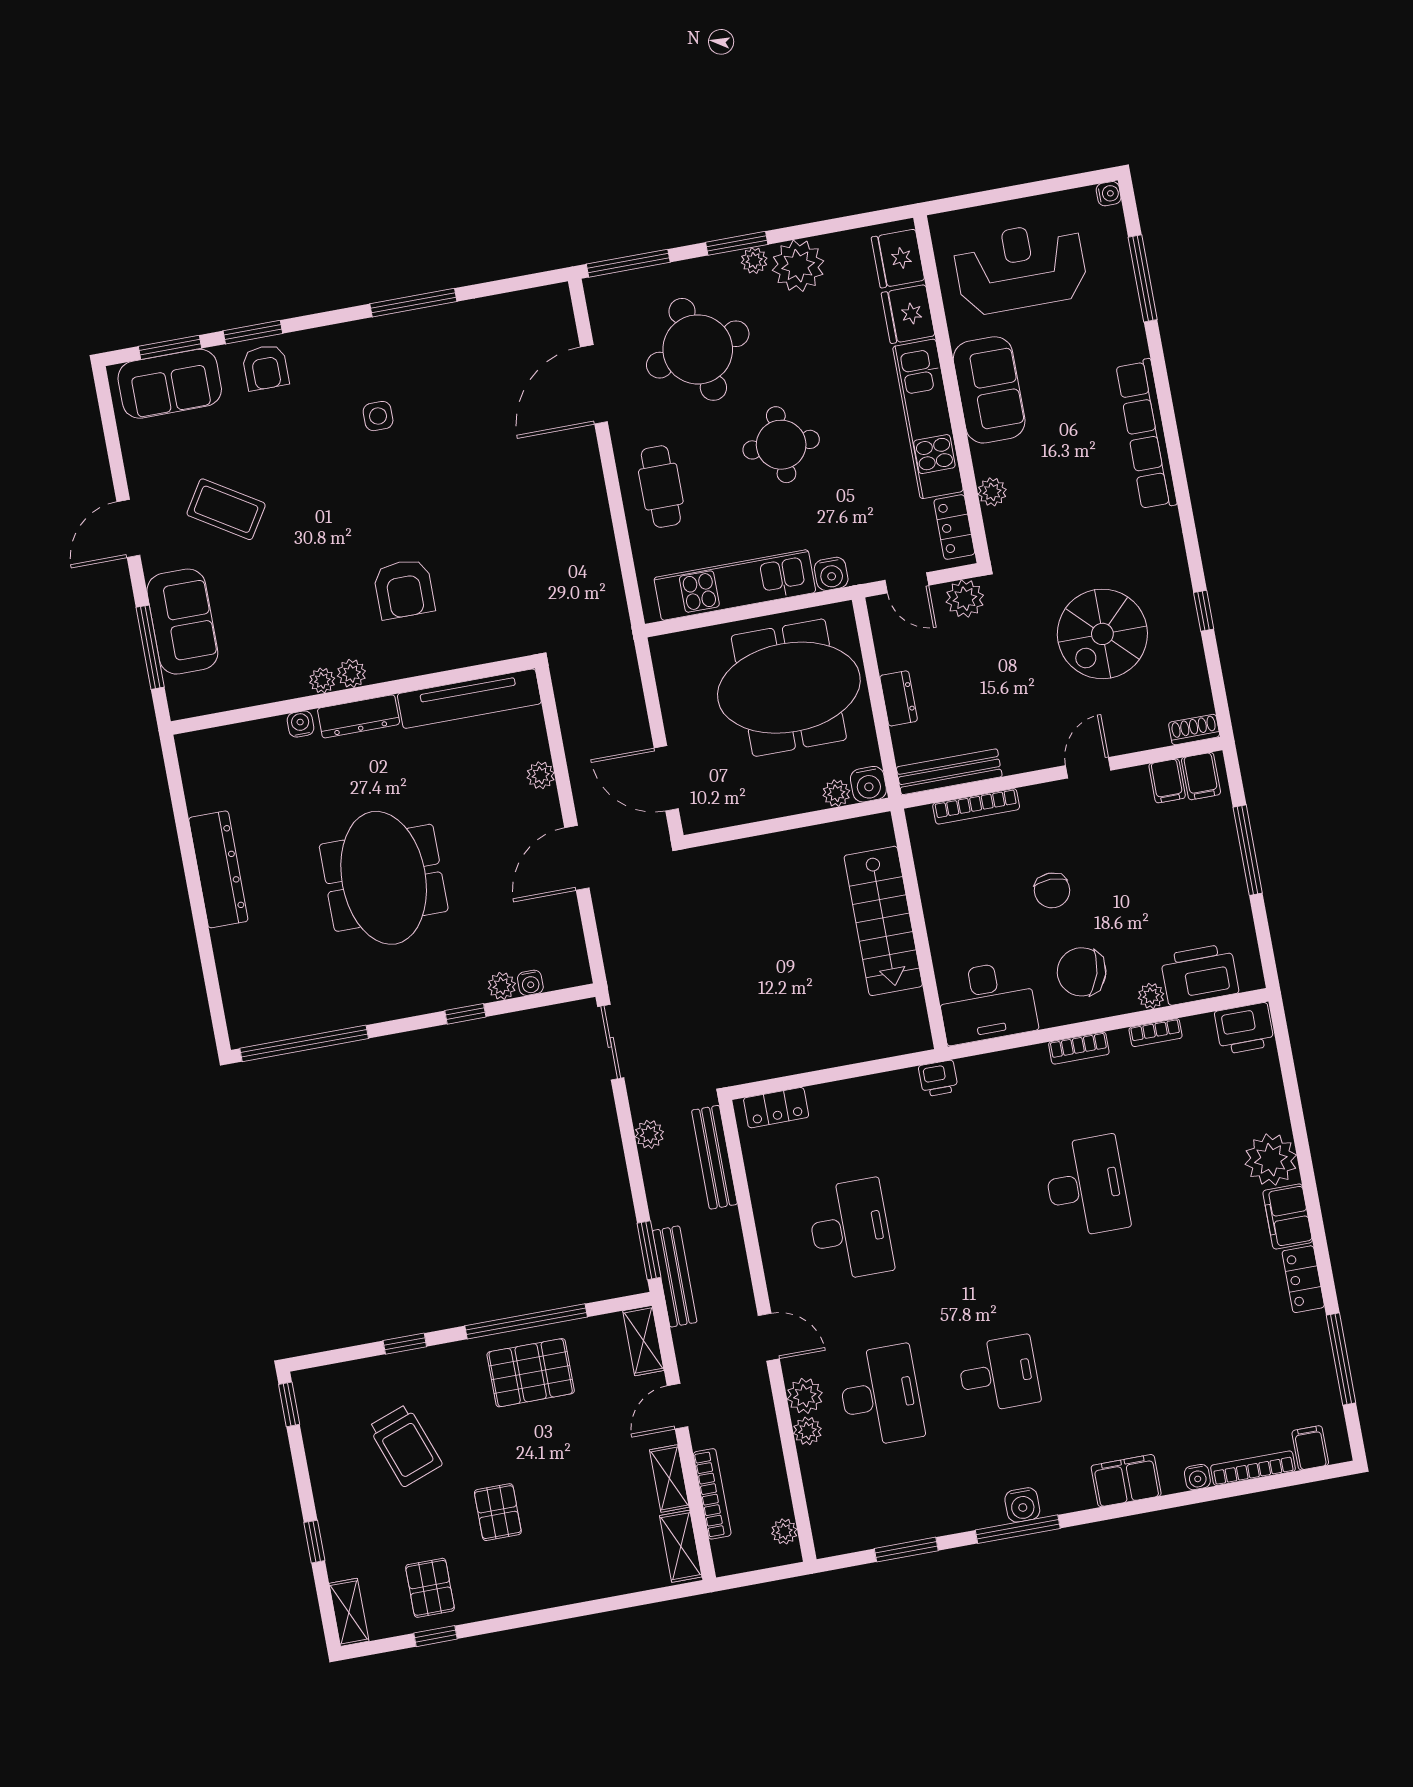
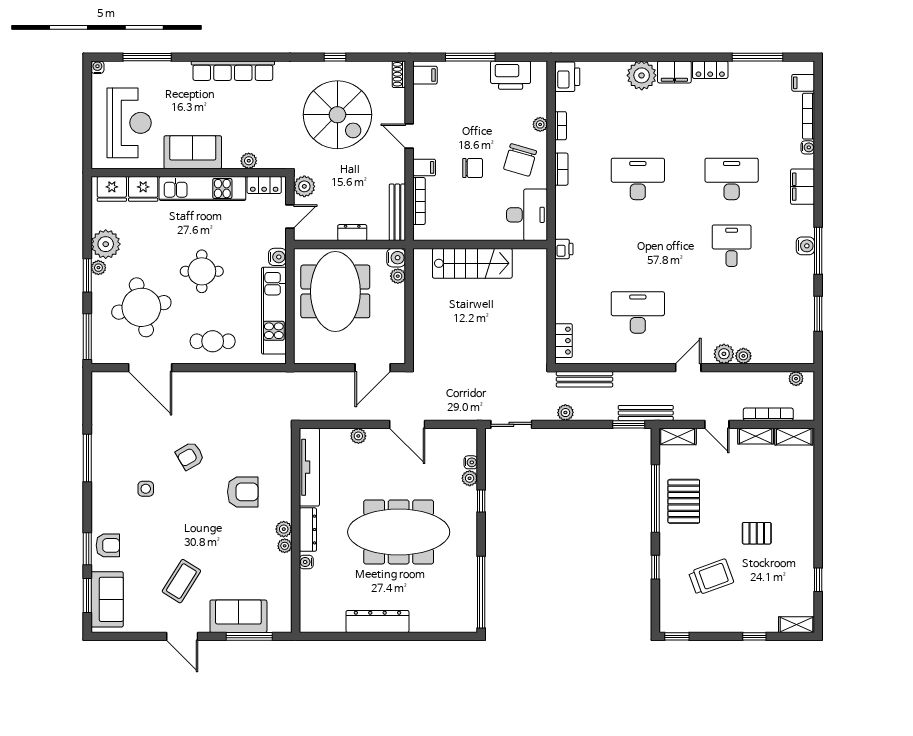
reception desk: (1020, 268) -> (129, 123), turned 180
armchair: (451, 484) -> (190, 456), added
spiral stairs: (1102, 634) -> (337, 115), width x1.37, depth x1.37
filing cabinet: (1167, 781) -> (424, 167), moved
meeting table: (384, 878) -> (399, 532), width x1.36
printer: (1200, 974) -> (511, 75), moved, turned -90
desk: (881, 1396) -> (732, 179), moved
pallet: (430, 1588) -> (791, 578), removed

